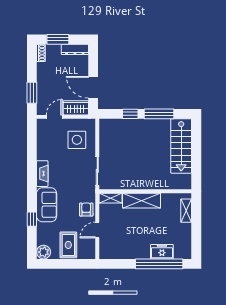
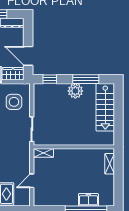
window: (130, 114) -> (50, 79), moved
plant: (147, 127) -> (75, 91), added
shelving: (142, 201) -> (71, 155), removed
armchair: (86, 210) -> (22, 163), removed

